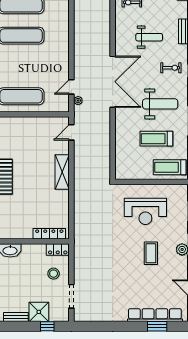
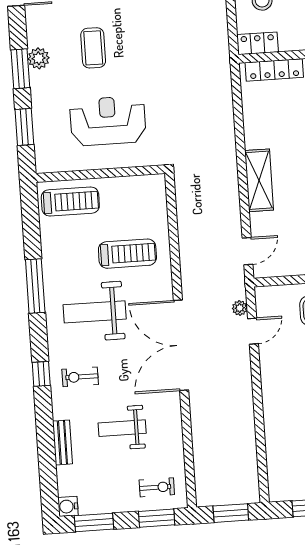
treadmill: (156, 139) -> (127, 254), moved

